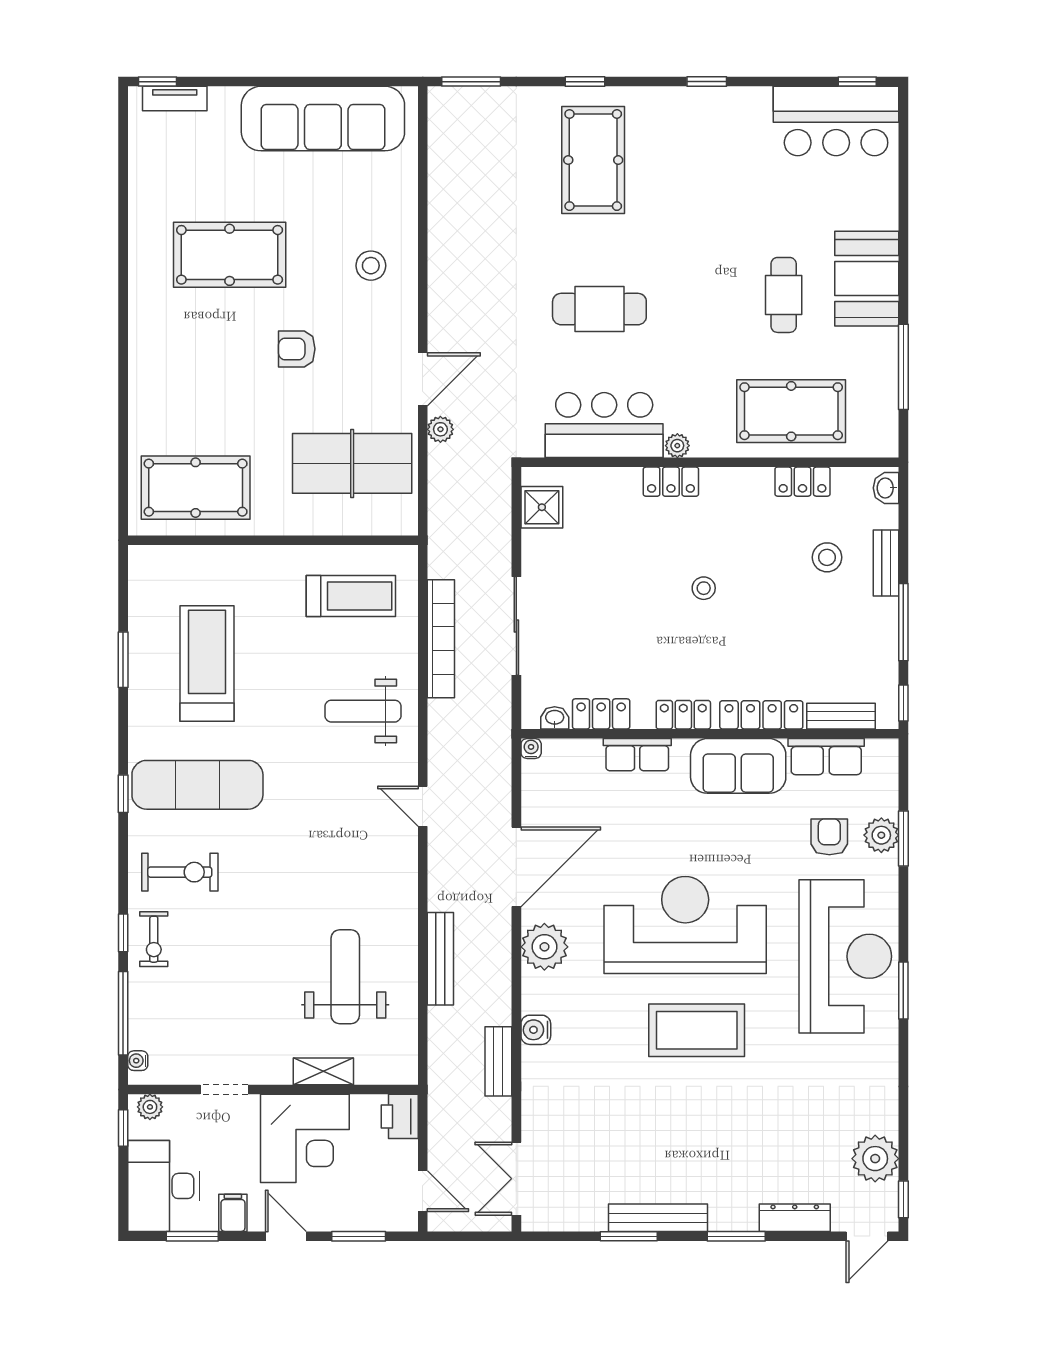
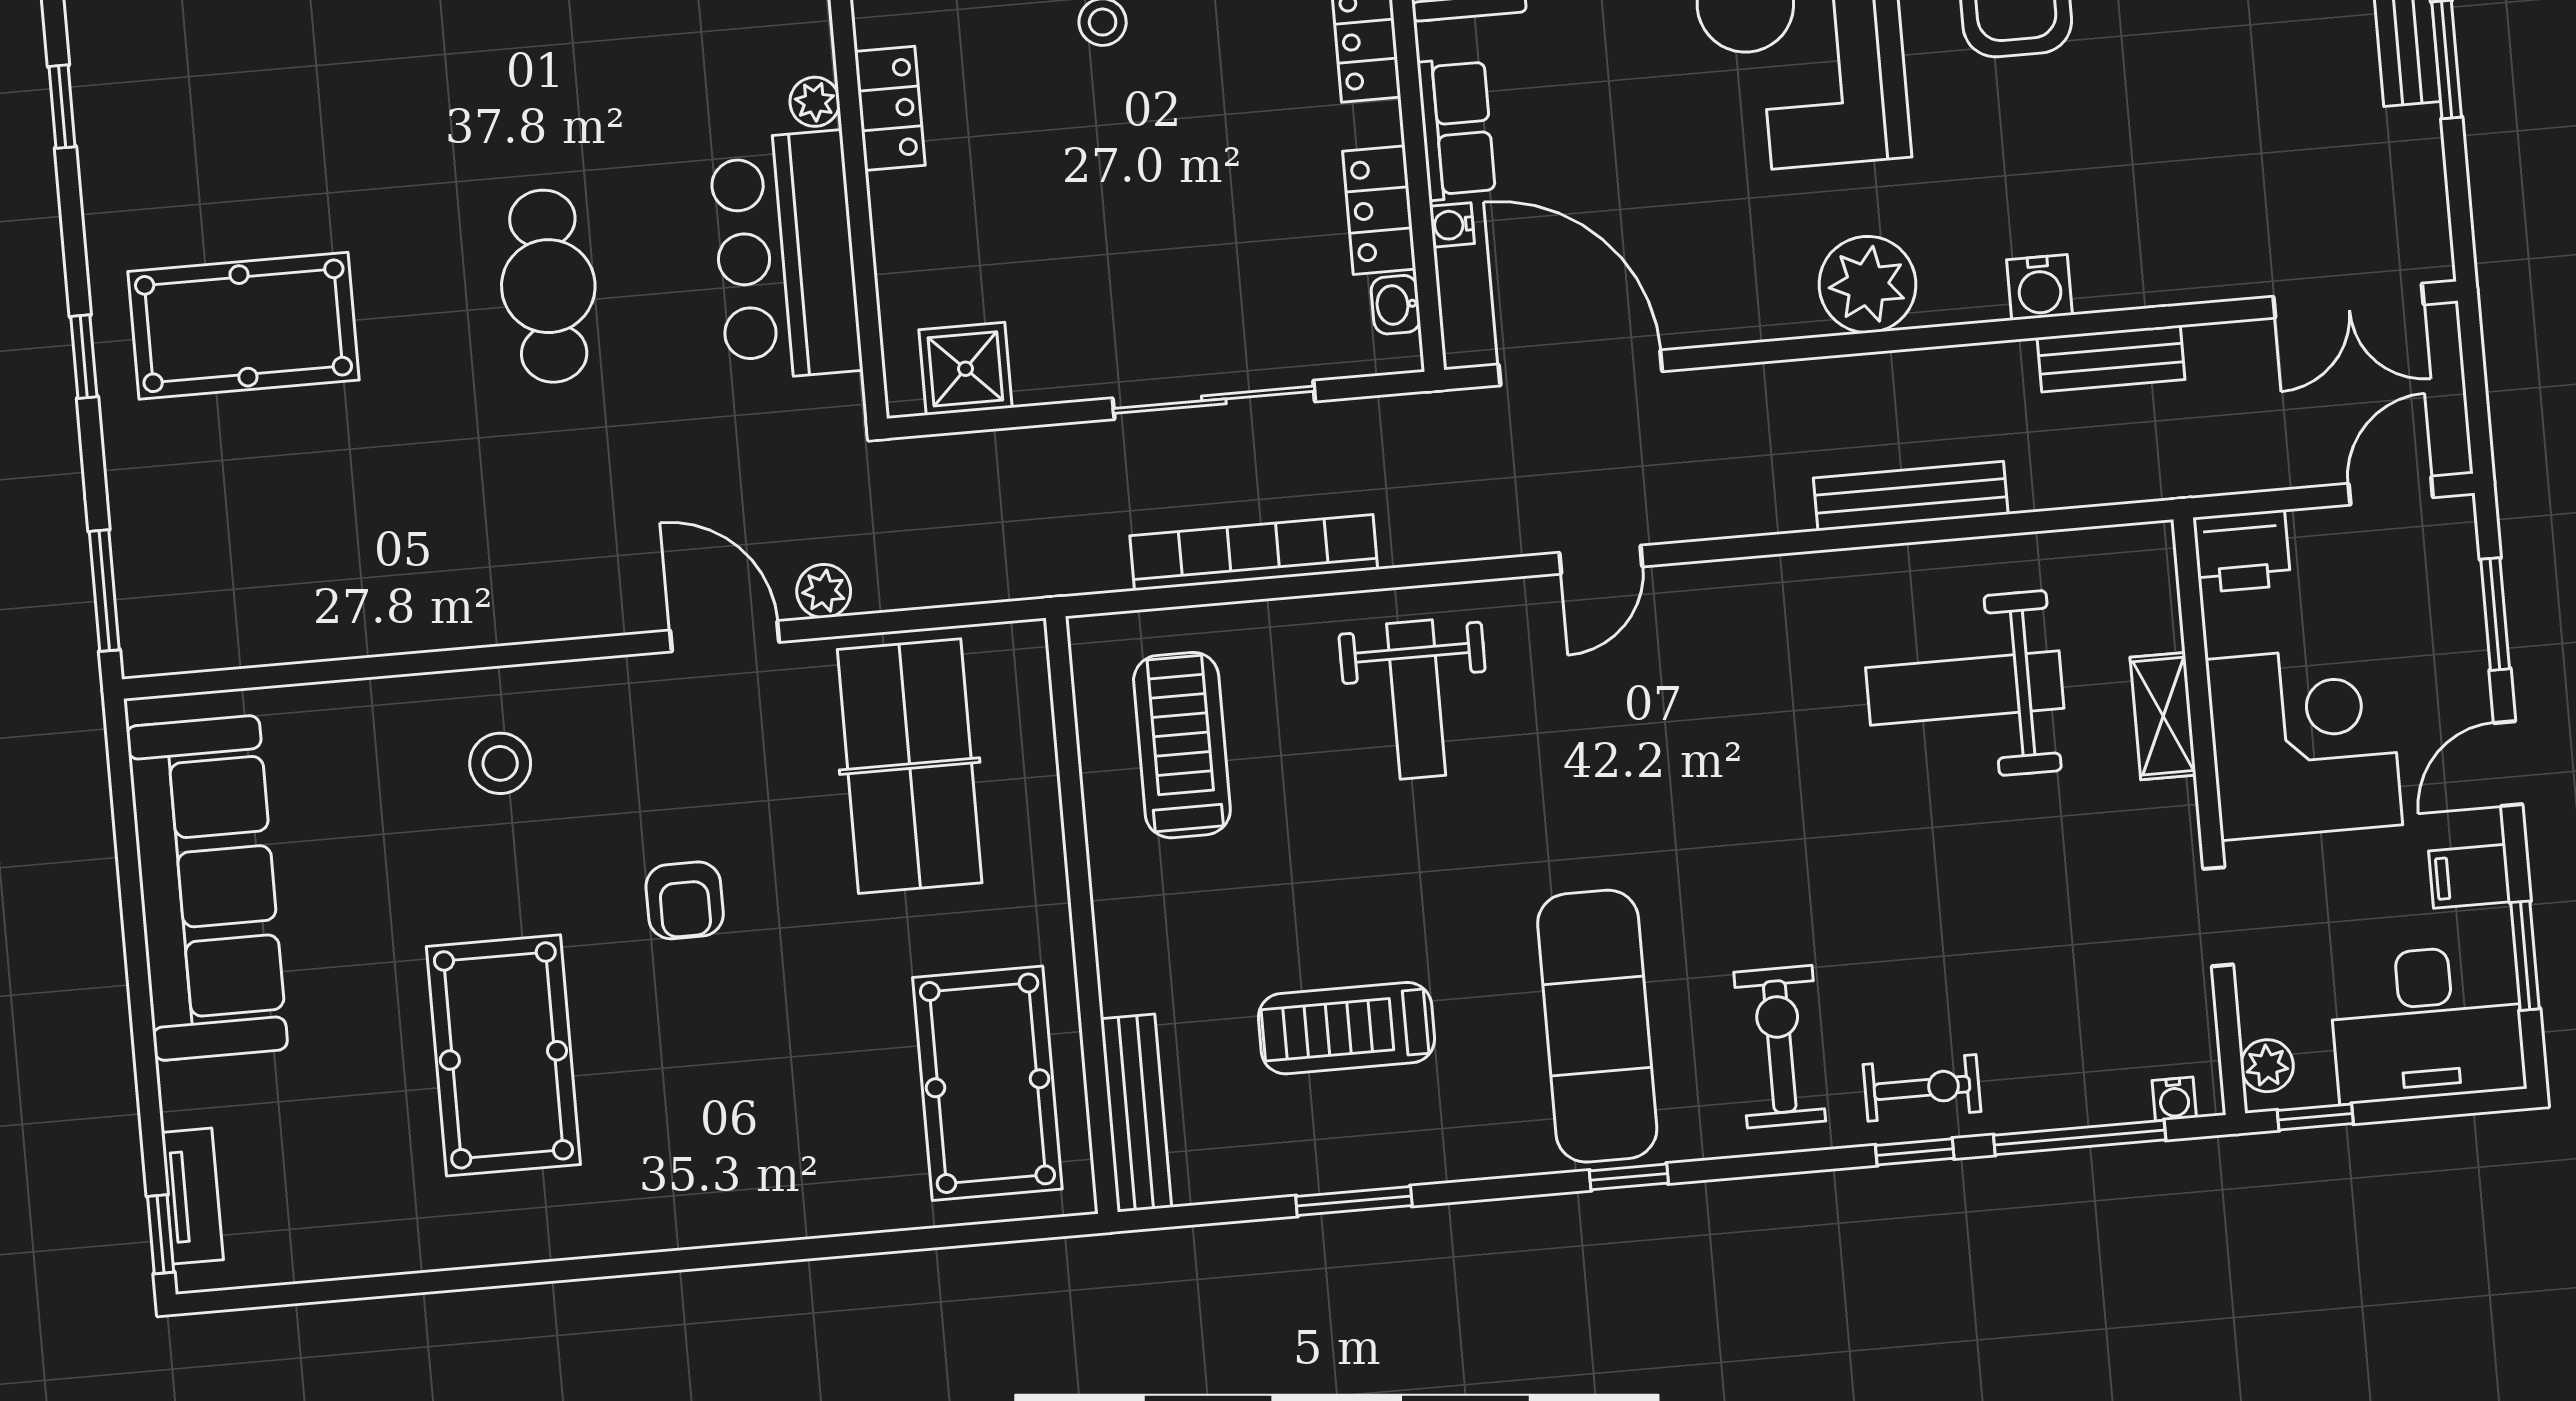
bench: (175, 558) -> (1136, 1113), added
treadmill: (207, 663) -> (1346, 1028), width x0.73, depth x0.73
water cooler: (531, 748) -> (1452, 225), moved
door: (516, 867) -> (1580, 368), moved

